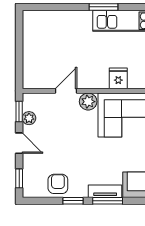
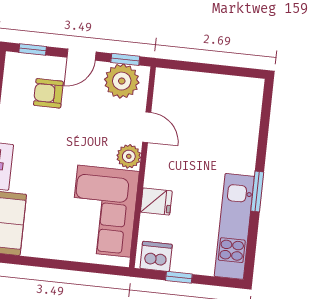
plant: (29, 118) -> (122, 81), width x1.87, depth x1.87
armchair: (58, 184) -> (48, 93), moved, turned 180

